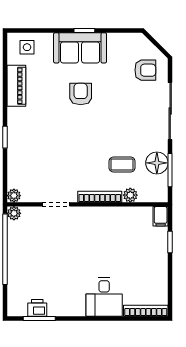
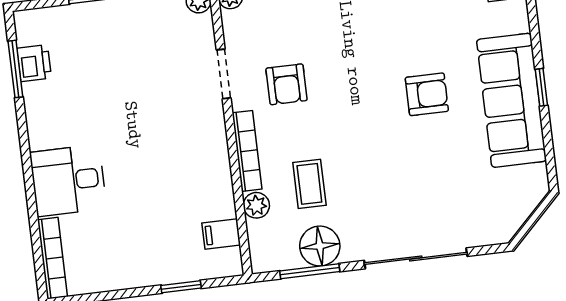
sofa: (80, 48) -> (511, 100), width x1.36
armchair: (145, 70) -> (286, 84), moved
filing cabinet: (161, 216) -> (221, 234), moved

